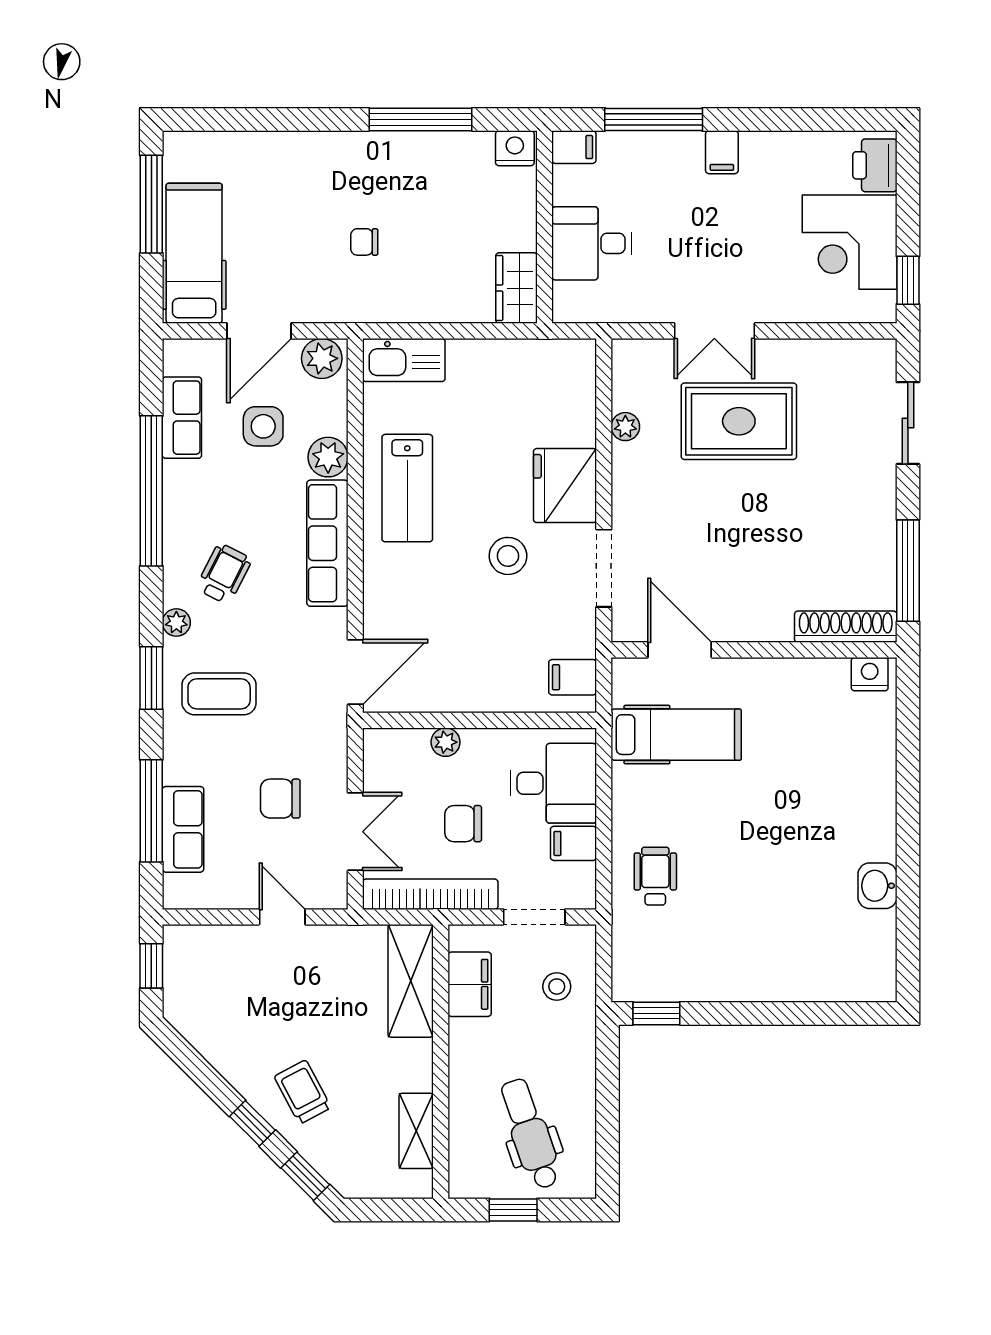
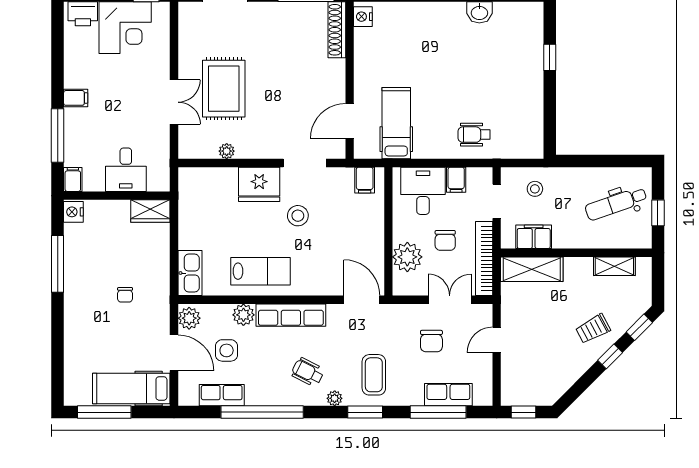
plant: (446, 742) -> (407, 257), width x1.88, depth x1.88
window: (656, 1013) -> (550, 57), moved

